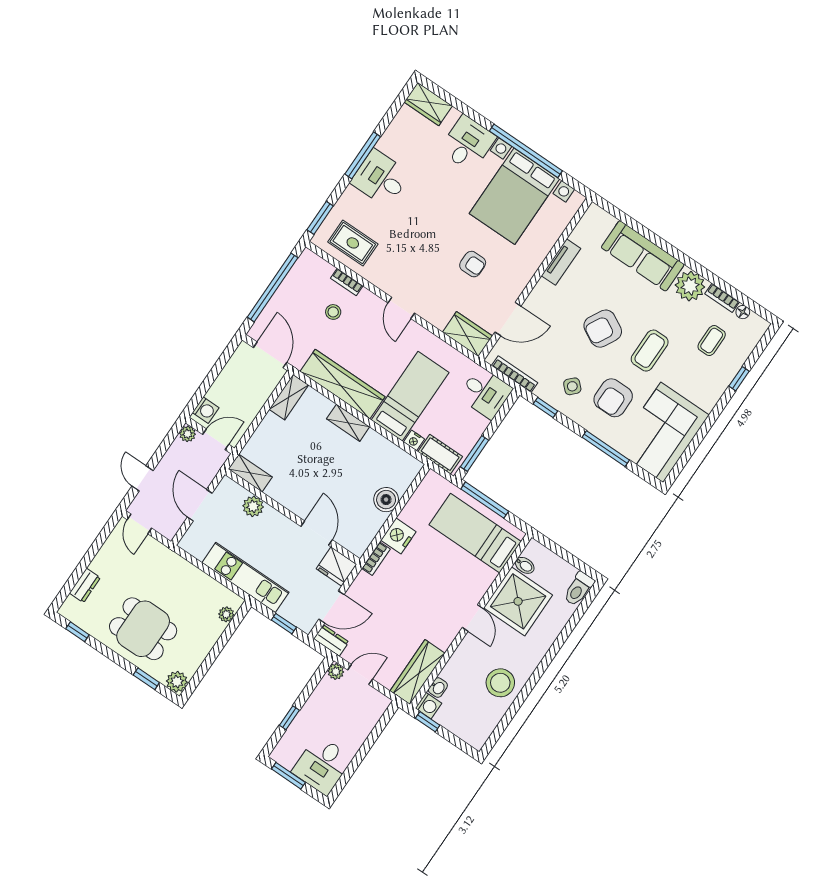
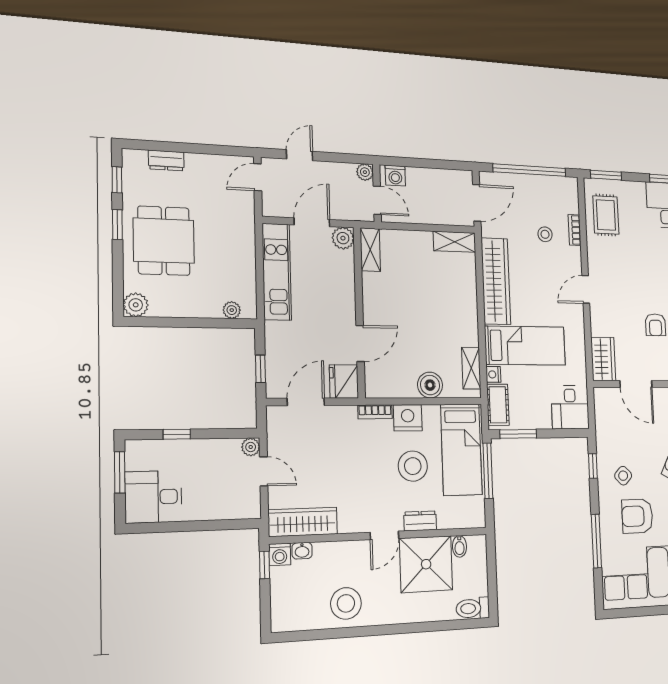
bookcase: (515, 374) -> (600, 421), removed
shelving: (348, 423) -> (471, 368), moved
plant: (253, 506) -> (343, 238), moved
bed: (475, 533) -> (461, 450), moved, turned 180
stool: (438, 558) -> (413, 466), added
kitchen unit: (245, 577) -> (277, 272), moved
door: (331, 607) -> (306, 402), swing flipped
dresser: (331, 640) -> (420, 521), moved, turned -90
window: (146, 679) -> (117, 225), moved

